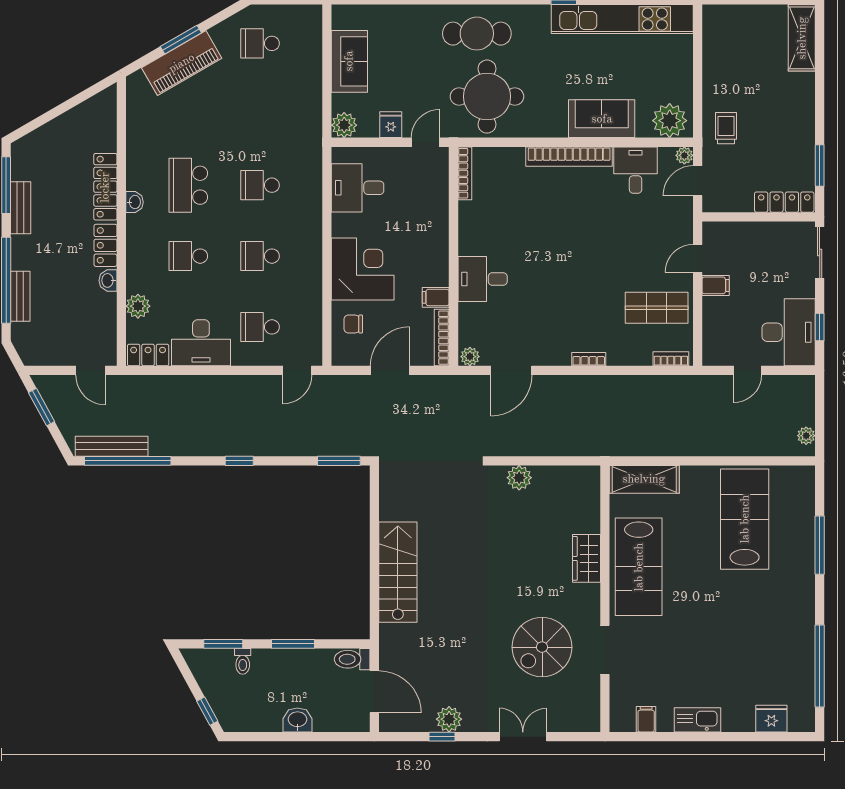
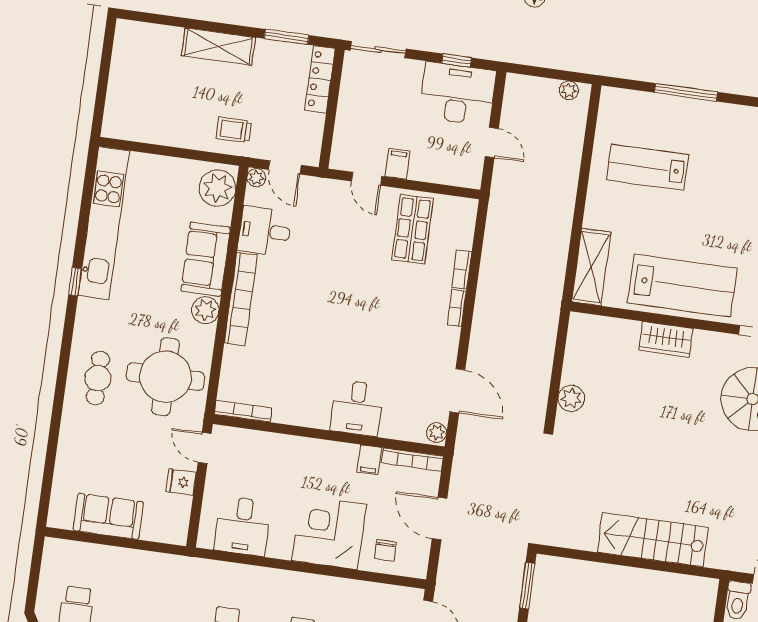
cafe table: (477, 34) -> (98, 378), width x0.73, depth x0.74
shelving: (802, 38) -> (219, 47), moved
plant: (344, 125) -> (205, 310), moved
bookcase: (671, 359) -> (462, 270), moved
lab bench: (745, 519) -> (648, 167), width x0.73, depth x0.72

